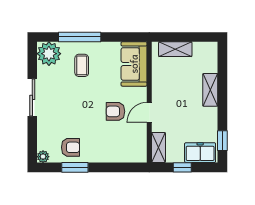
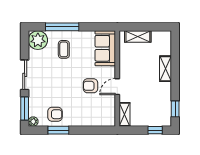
window: (32, 140) -> (25, 109), added
freezer: (200, 153) -> (157, 118), removed
window: (182, 167) -> (155, 130), moved

